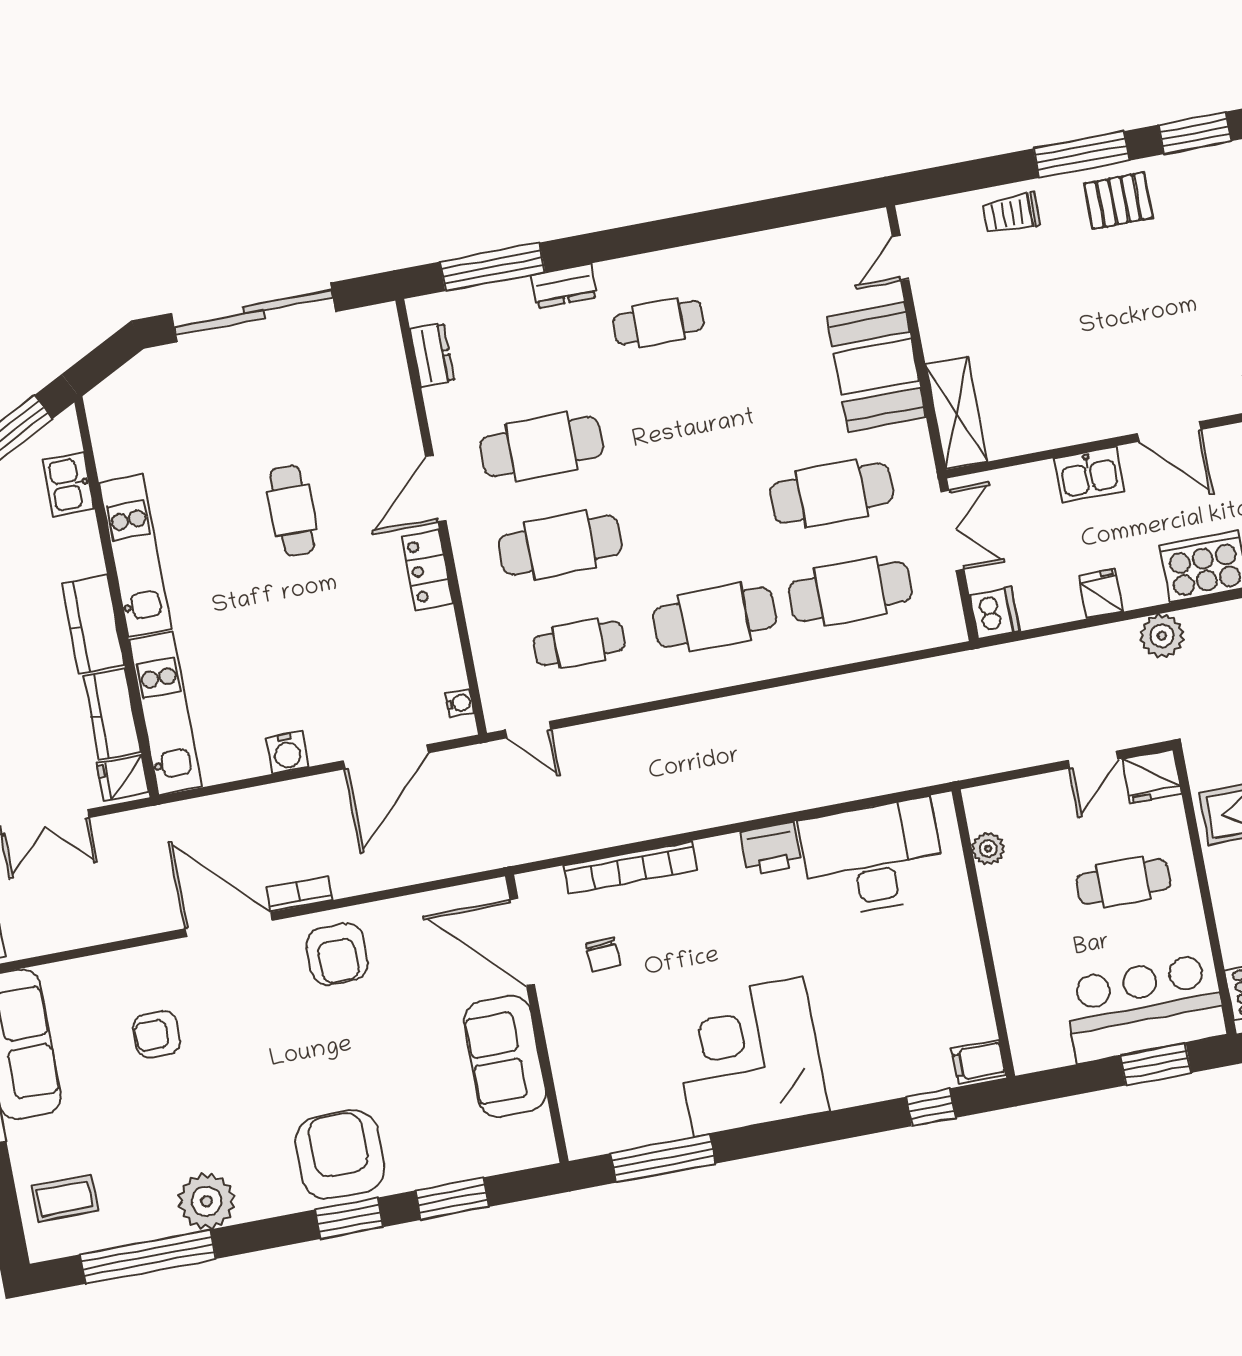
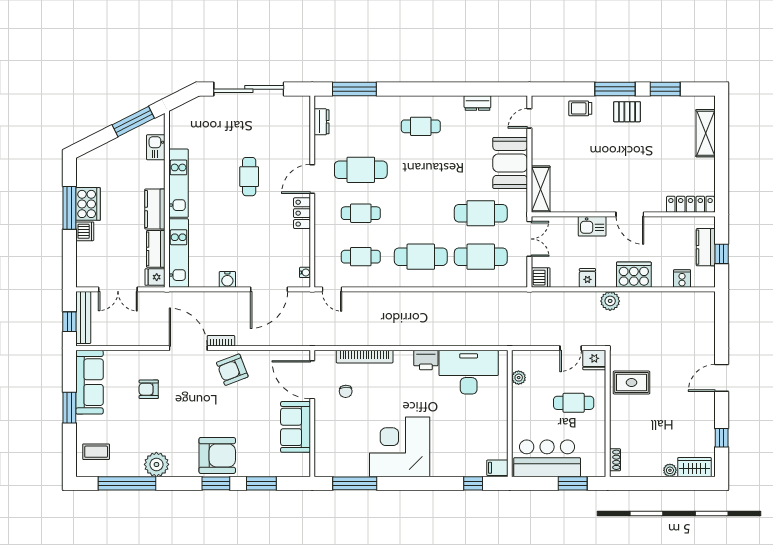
dresser: (564, 286) -> (477, 103), moved
cafe table: (560, 545) -> (361, 213), width x0.73, depth x0.74
armchair: (337, 954) -> (232, 370), turned 69
bar counter: (1145, 1008) -> (547, 458), moved
armchair: (340, 1155) -> (217, 455), turned 90

